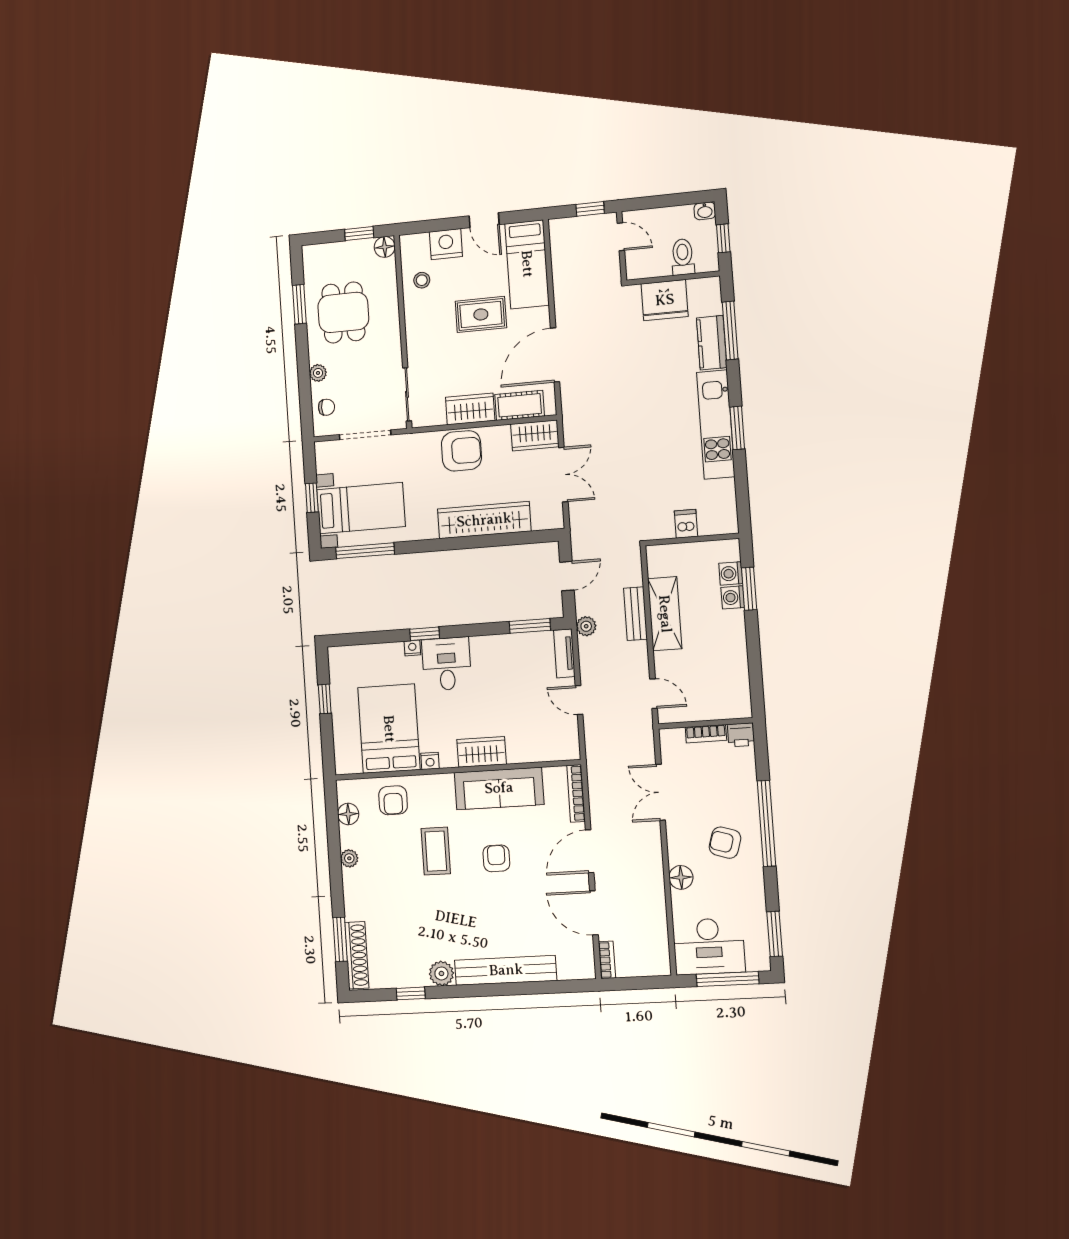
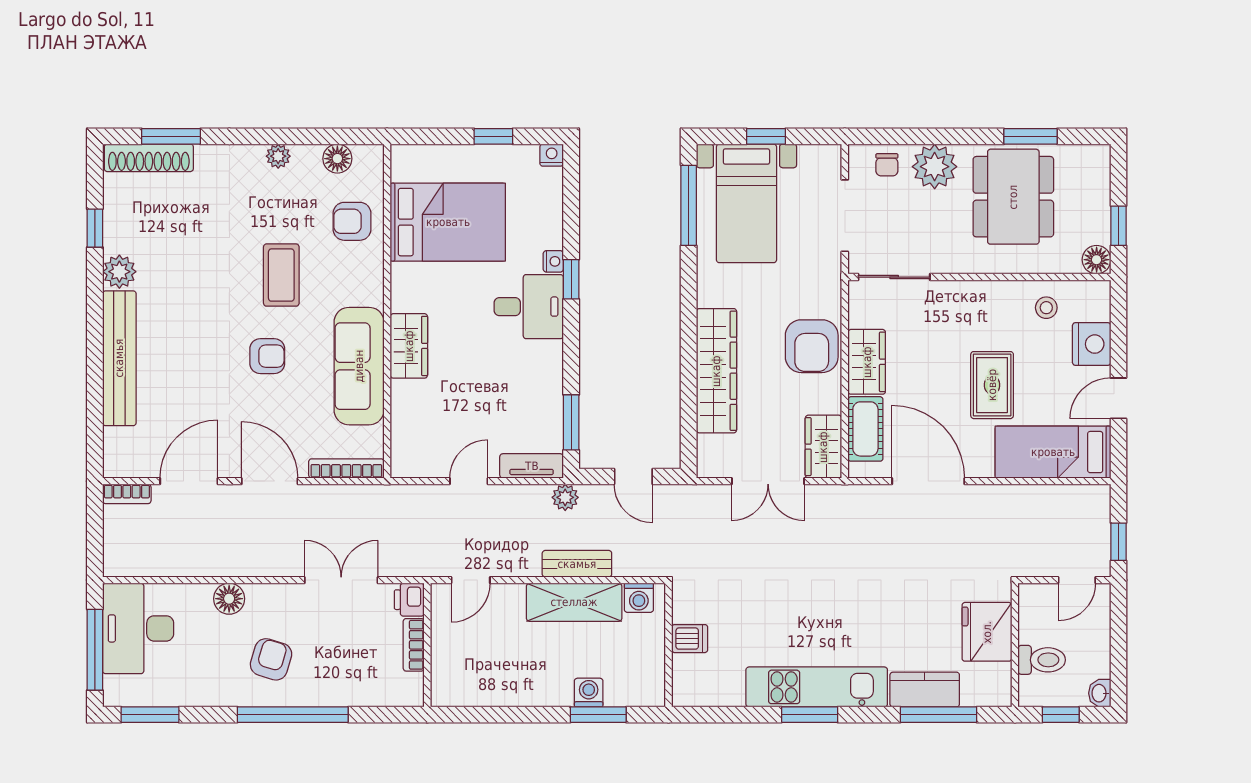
dining table: (343, 312) -> (1013, 197), width x1.38
plant: (318, 373) -> (935, 167), width x1.87, depth x1.87
washing machine: (731, 573) -> (639, 598), moved, turned 180
printer: (741, 735) -> (409, 600), moved
nightstand: (430, 761) -> (552, 155), moved, turned 90
coffee table: (436, 851) -> (281, 275), turned 90

